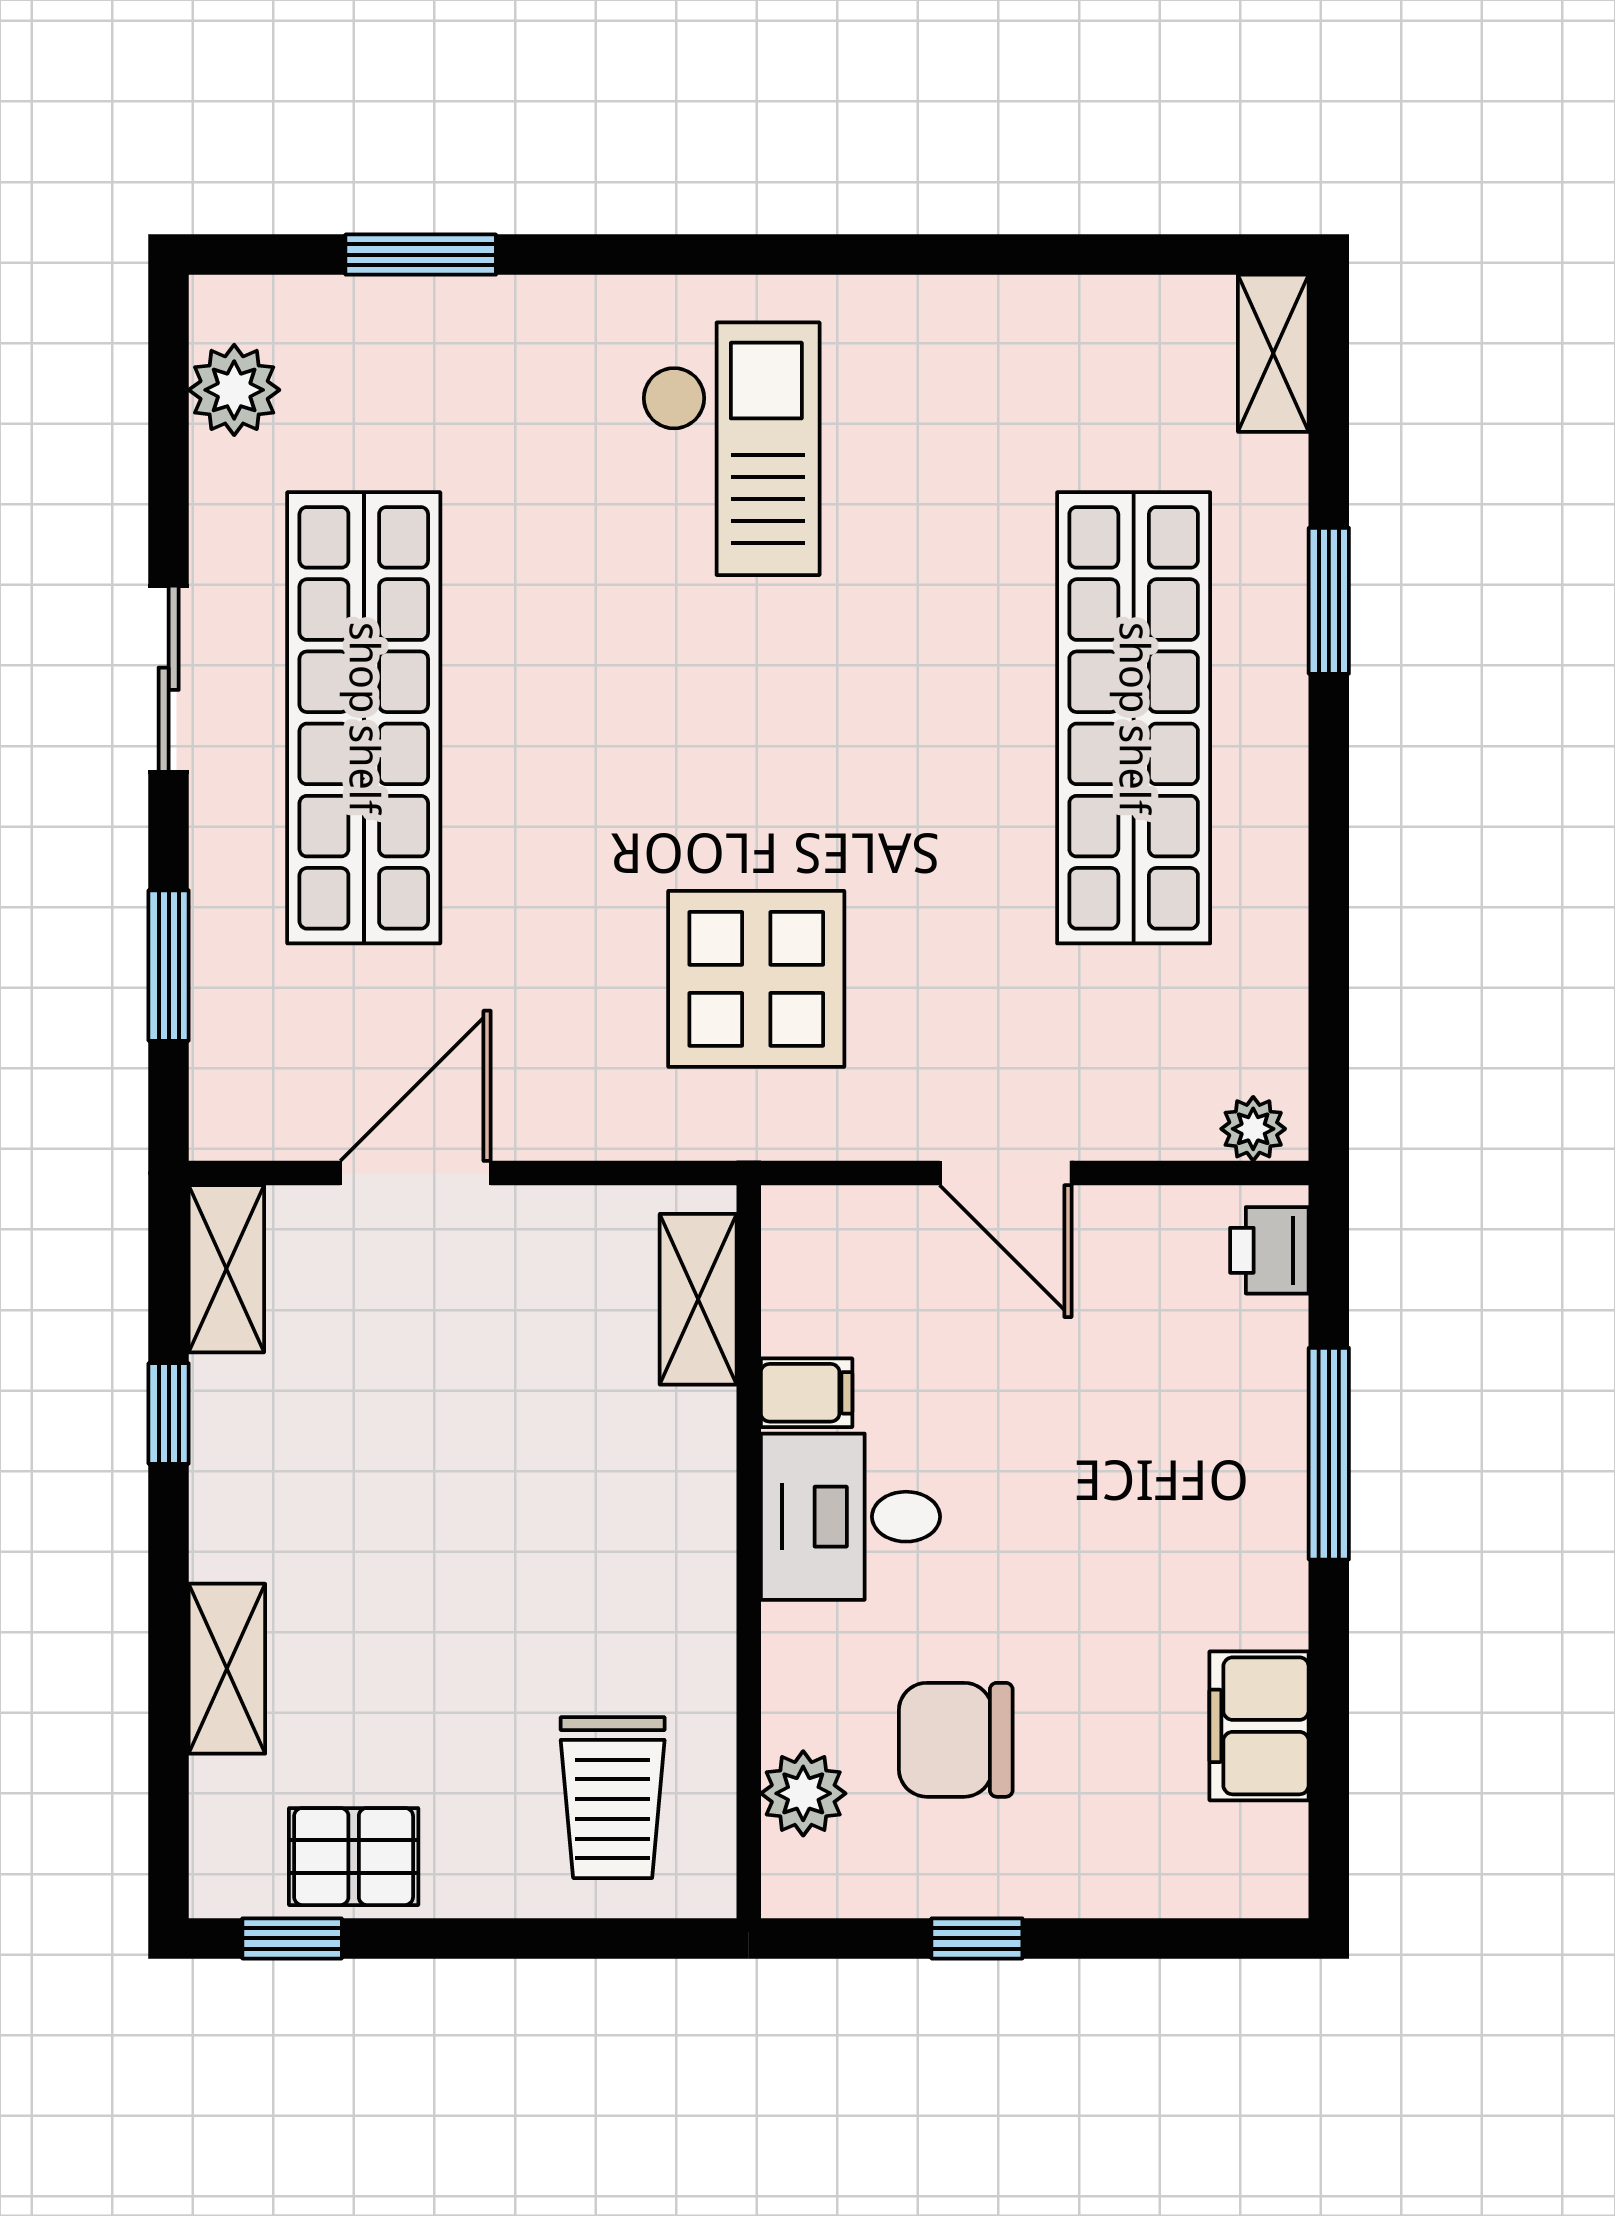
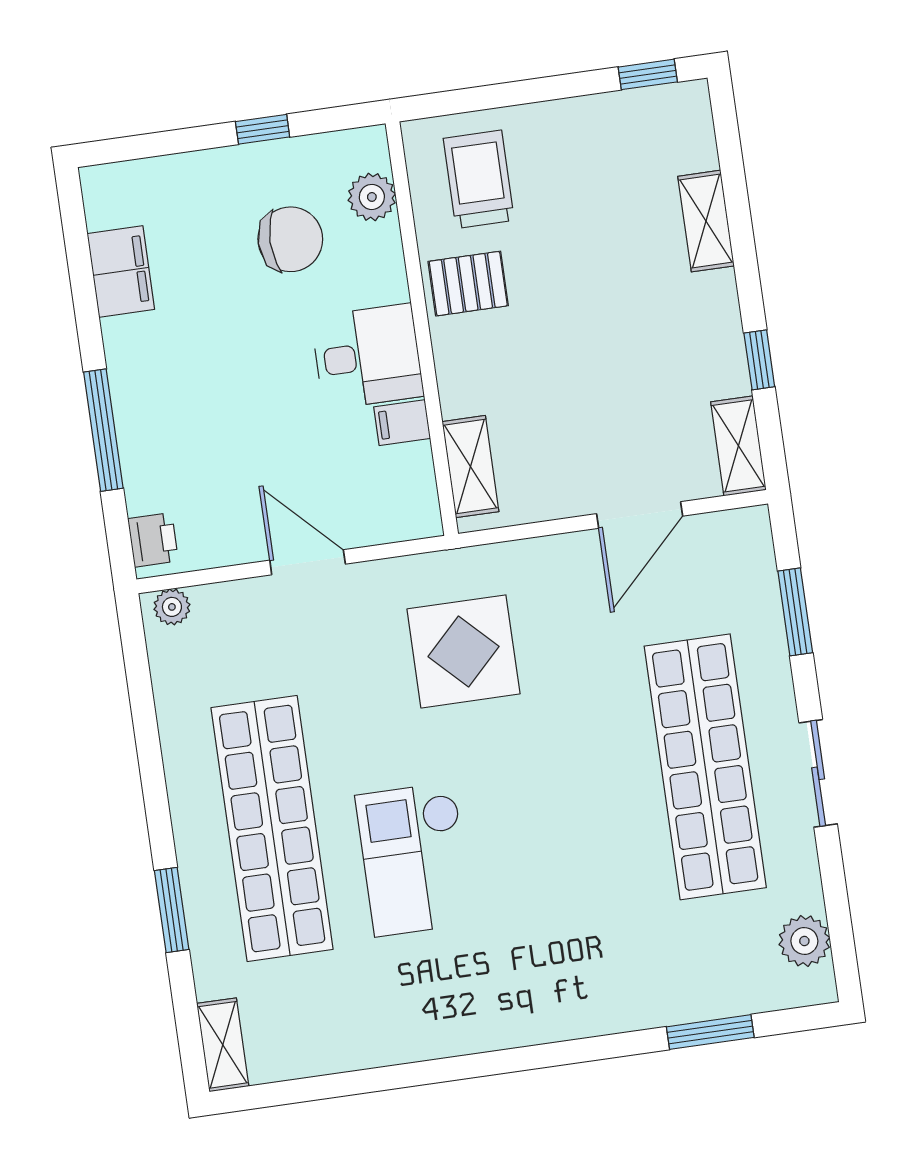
checkout: (731, 449) -> (414, 859), moved
pallet: (354, 1857) -> (468, 284), moved

